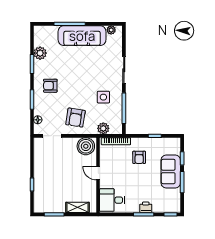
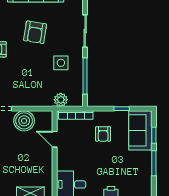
armchair: (75, 118) -> (35, 32), moved
boiler: (86, 146) -> (24, 121), moved
sofa: (171, 171) -> (140, 130), moved
door: (98, 173) -> (55, 139), moved

